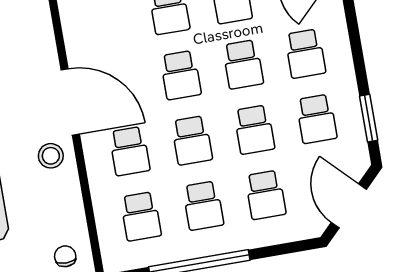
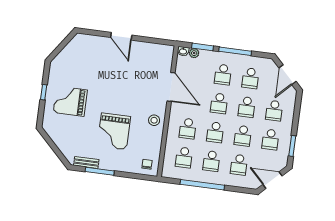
door: (70, 102) -> (171, 87), moved
door: (349, 206) -> (273, 180), hinge flipped

